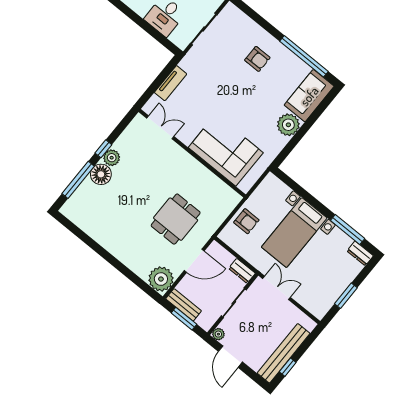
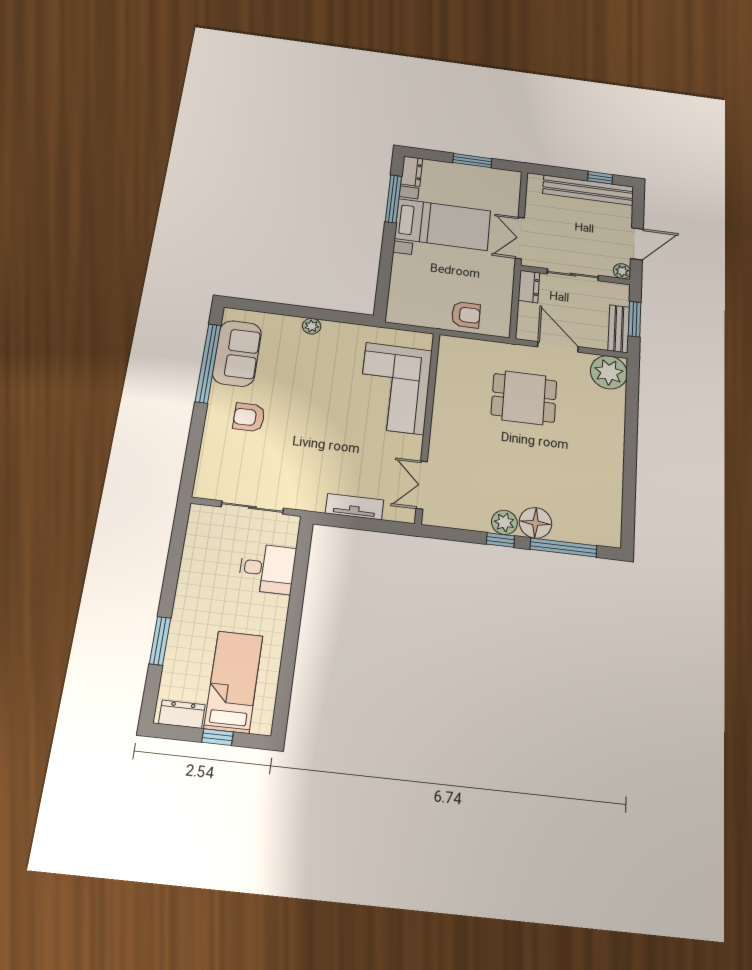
armchair: (257, 59) -> (249, 417), turned -90
sofa: (309, 96) -> (237, 353), moved, turned -90
plant: (288, 125) -> (312, 326), width x0.53, depth x0.53
armchair: (246, 221) -> (466, 315), turned 90
bed with nightstands: (294, 233) -> (443, 225), moved

